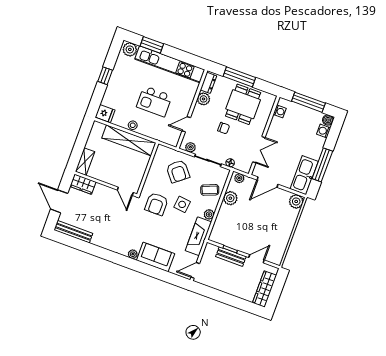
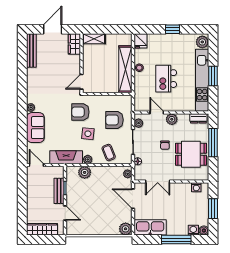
window: (152, 45) -> (213, 76), moved
plant: (204, 99) -> (172, 119), moved
window: (308, 102) -> (213, 209), width x0.69
window: (322, 165) -> (176, 240), moved
armchair: (178, 171) -> (114, 120), turned 39
plant: (230, 198) -> (85, 172), moved

